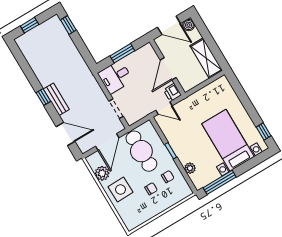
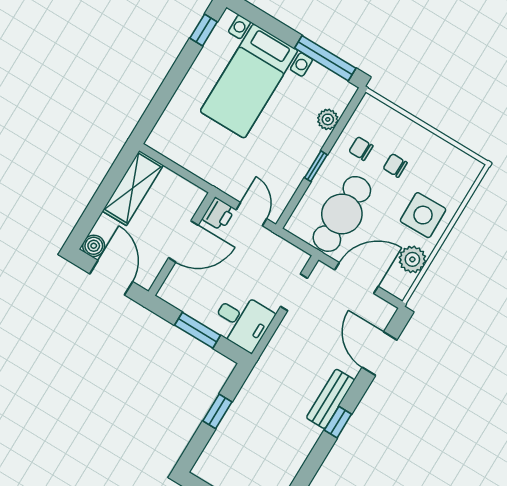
window: (68, 25) -> (217, 411), moved

